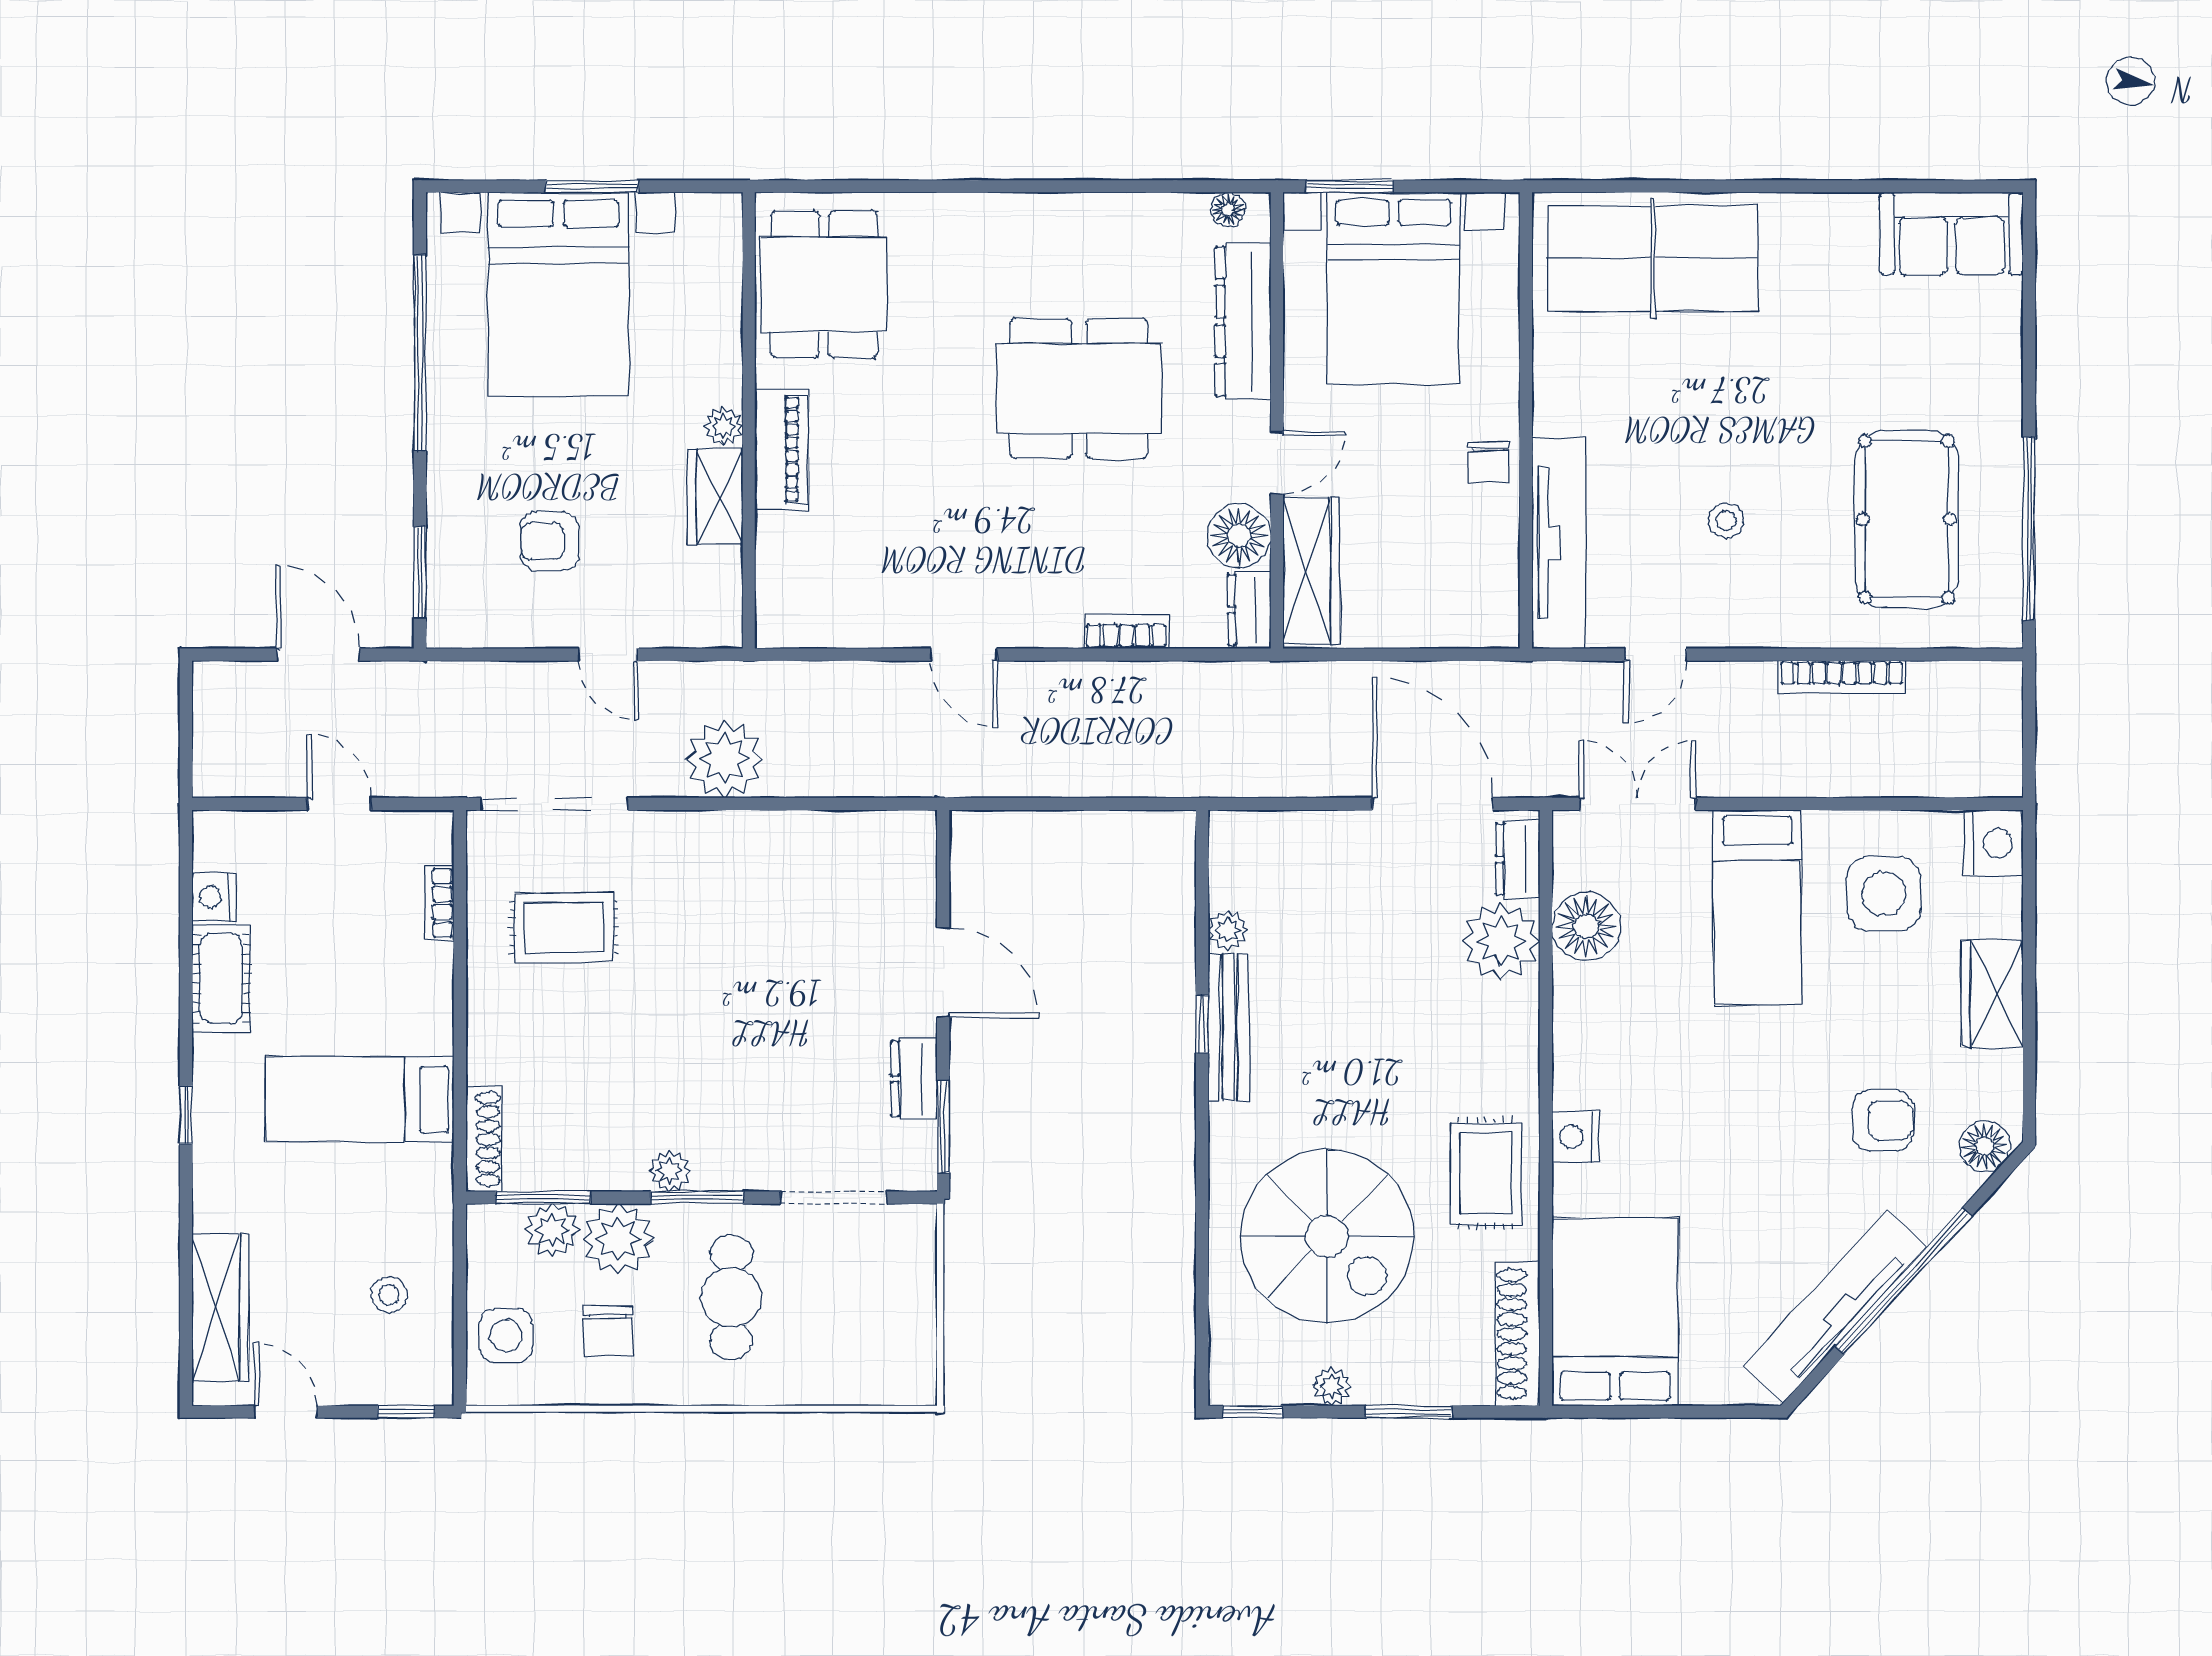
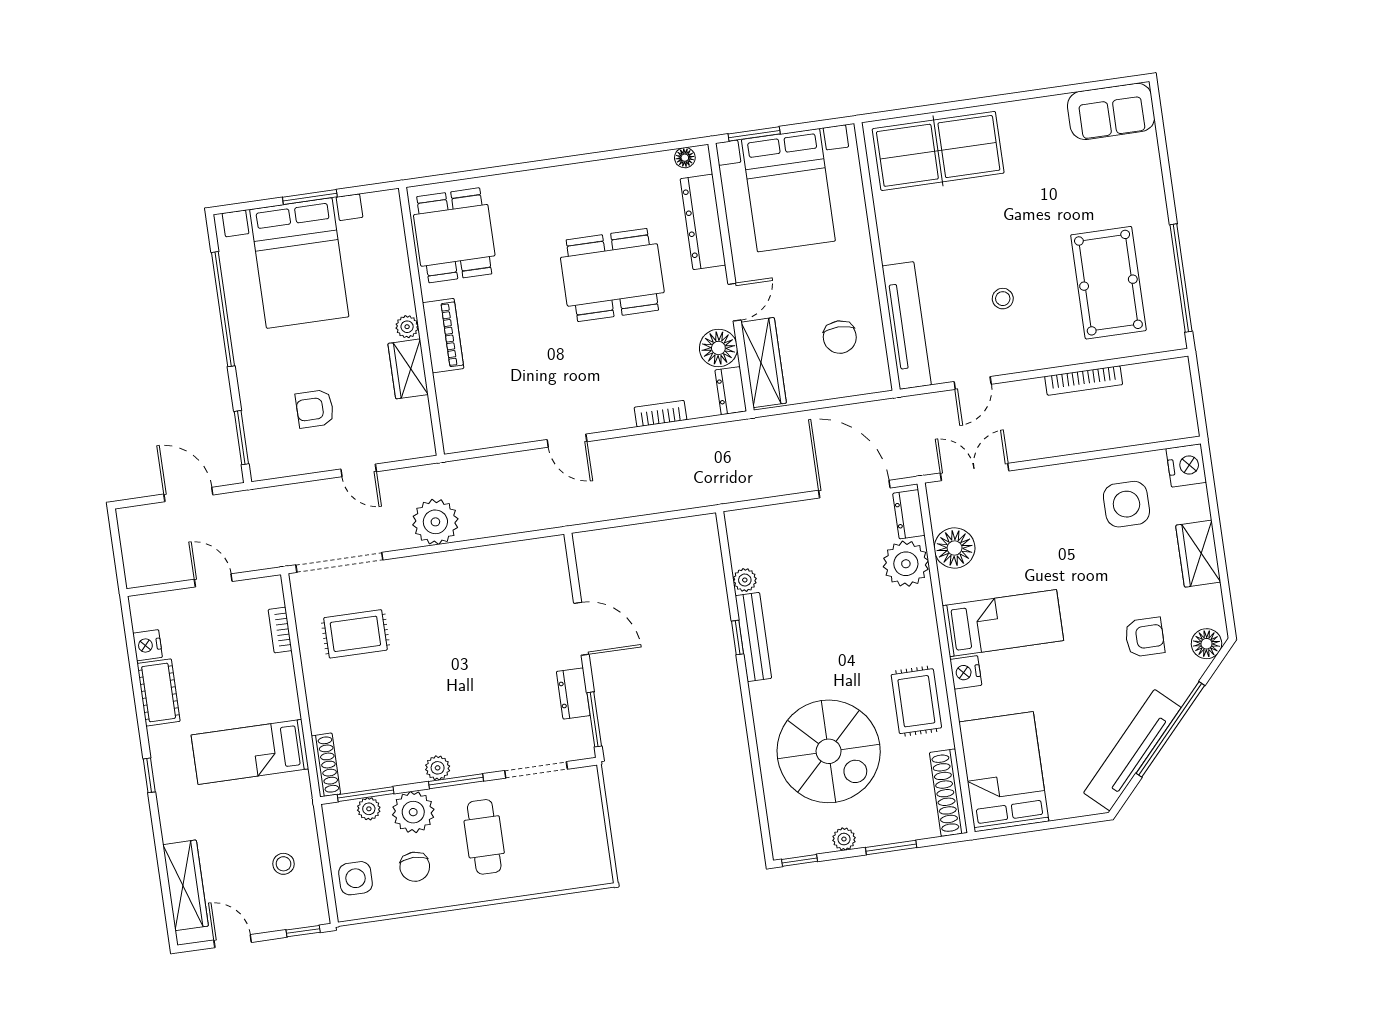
chair: (1489, 462) -> (840, 337), moved, width x1.37, depth x1.37
bed: (1757, 907) -> (1003, 623), moved, turned -90
plant: (552, 1230) -> (369, 809), width x0.73, depth x0.73

